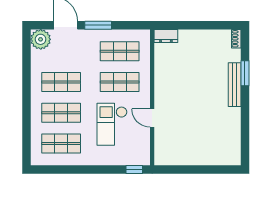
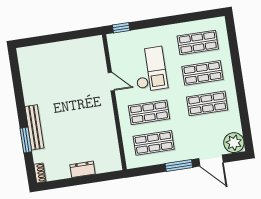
dresser: (166, 36) -> (82, 169), moved

